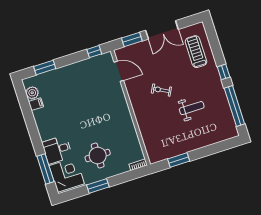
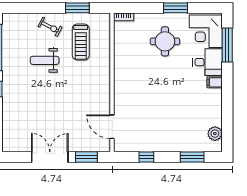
window: (94, 52) -> (146, 157), moved
treadmill: (196, 52) -> (81, 42), moved
exercise bike: (161, 90) -> (50, 27), moved
filing cabinet: (36, 104) -> (215, 82), moved

